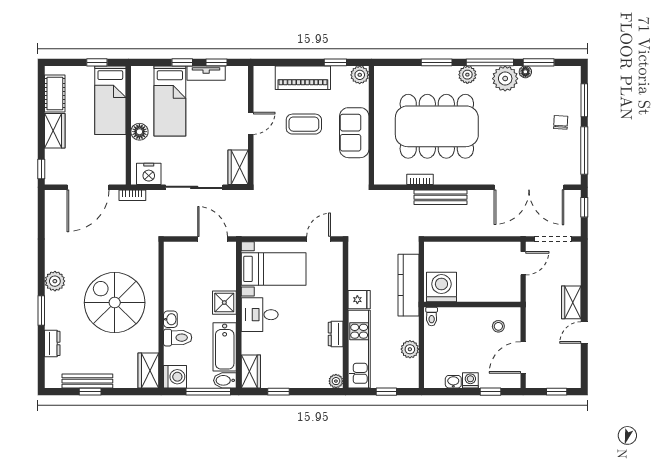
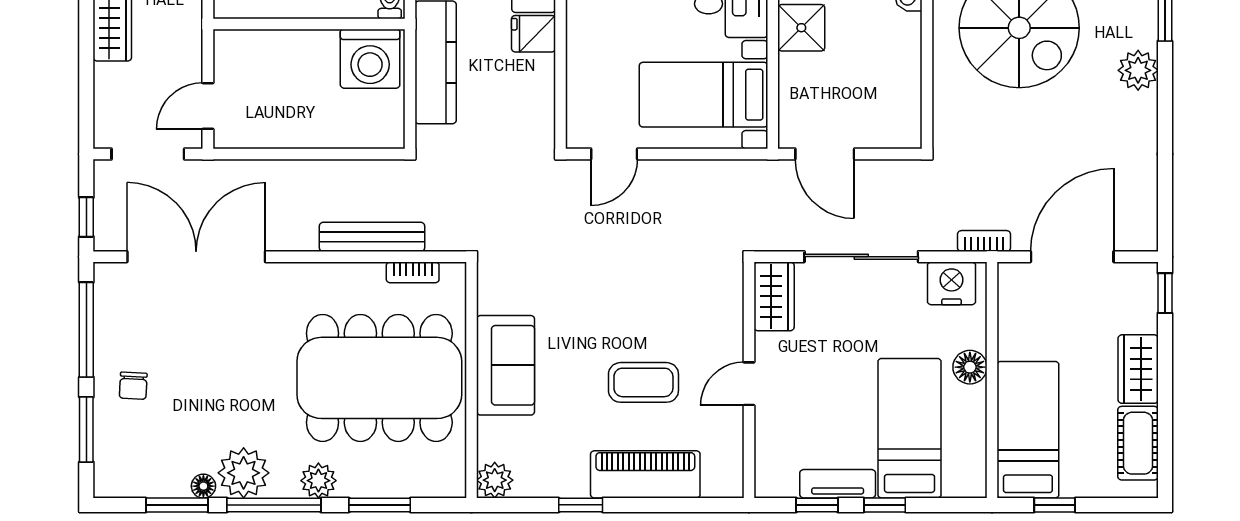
plant: (360, 75) -> (495, 480), moved
wall: (371, 125) -> (472, 380), moved
sofa: (354, 133) -> (506, 365), moved

